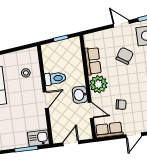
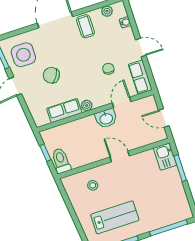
toilet: (55, 78) -> (61, 161), moved
plant: (98, 84) -> (87, 106), width x0.53, depth x0.53

